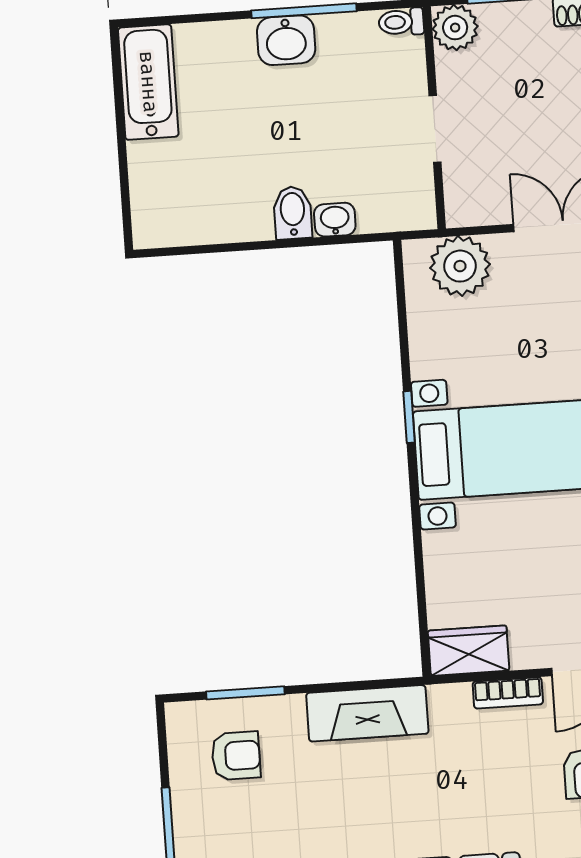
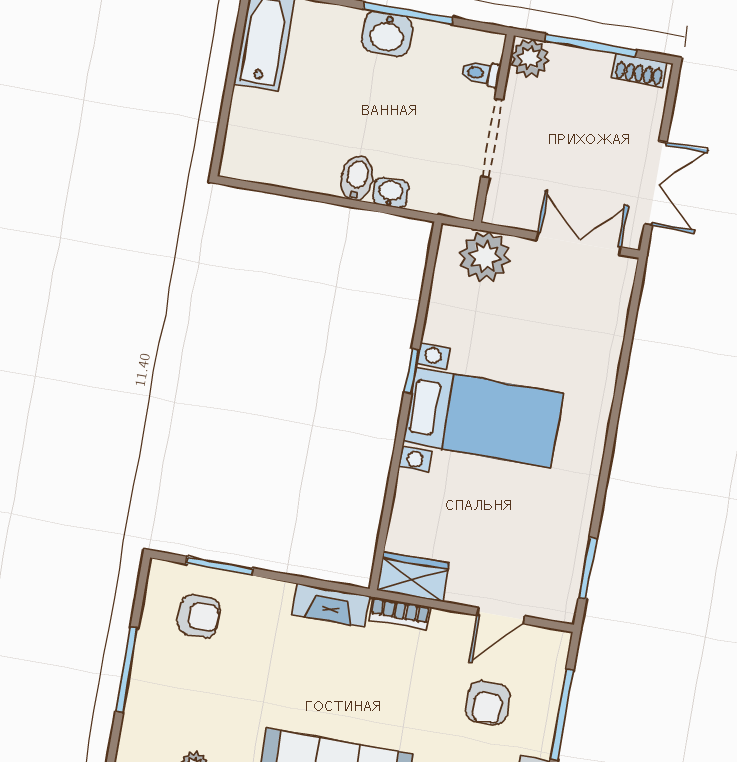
toilet: (401, 22) -> (481, 73), moved
doorway: (435, 129) -> (492, 138), width x1.38
bookcase: (508, 693) -> (400, 613), moved
fireplace: (367, 713) -> (331, 605), width x0.73, depth x0.76

